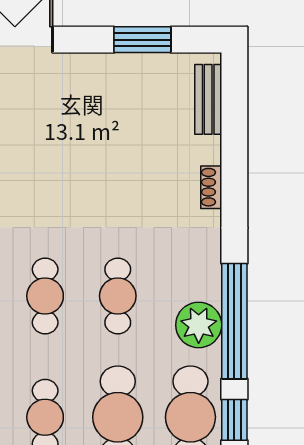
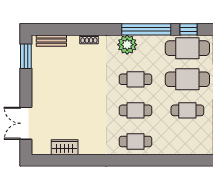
window: (142, 40) -> (26, 56), moved
plant: (199, 325) -> (127, 45), moved

